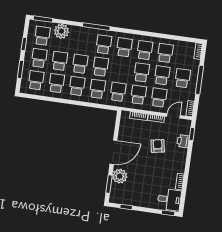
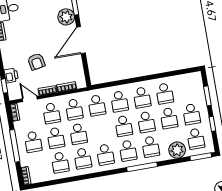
school desk: (36, 80) -> (151, 147), moved
door: (174, 116) -> (30, 99), swing flipped

